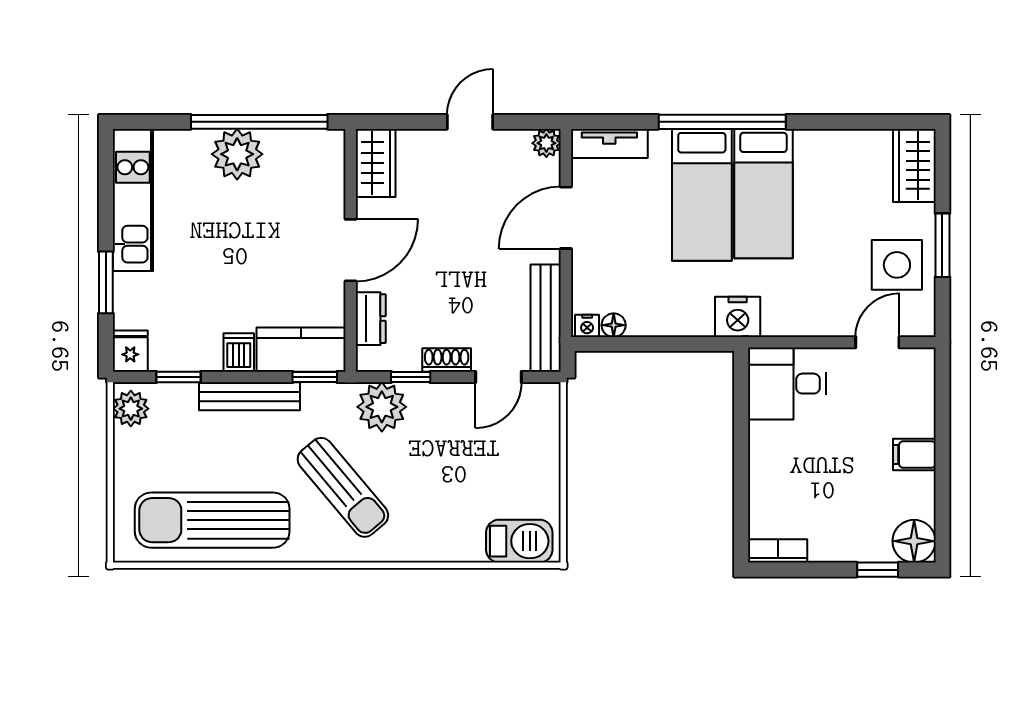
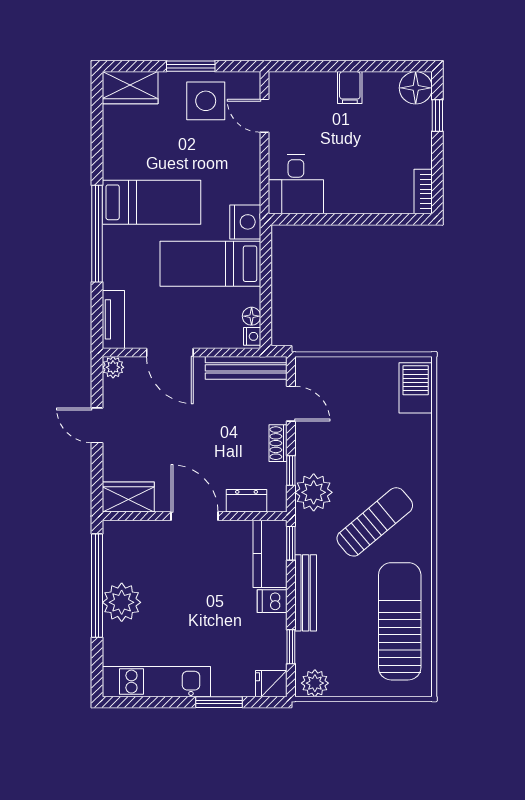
bed: (702, 195) -> (210, 264), moved, turned 180
sun lounger: (212, 520) -> (400, 621), turned 180

